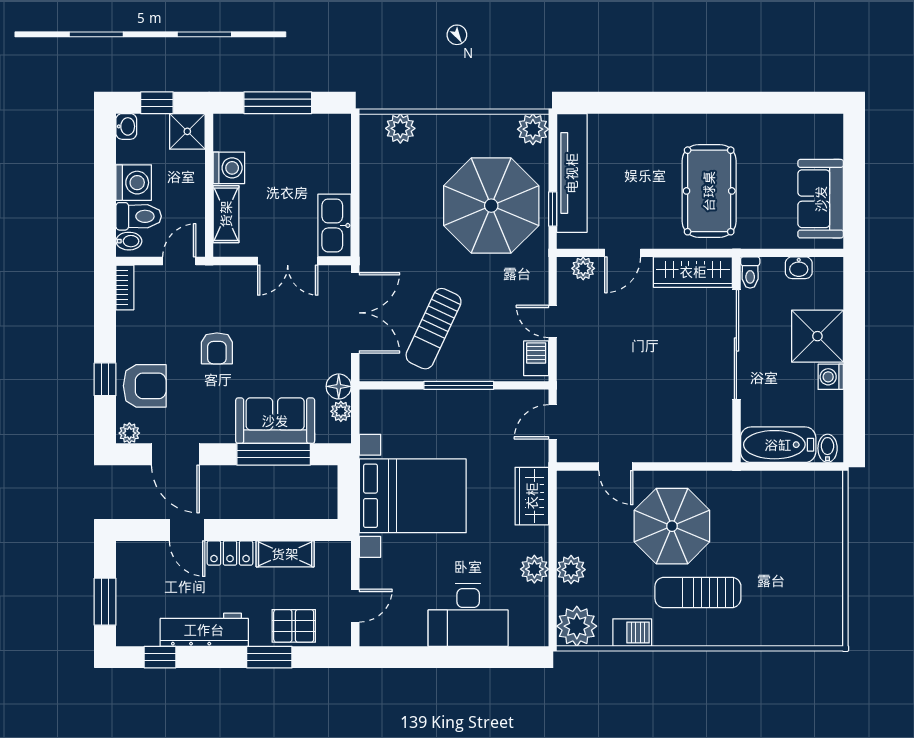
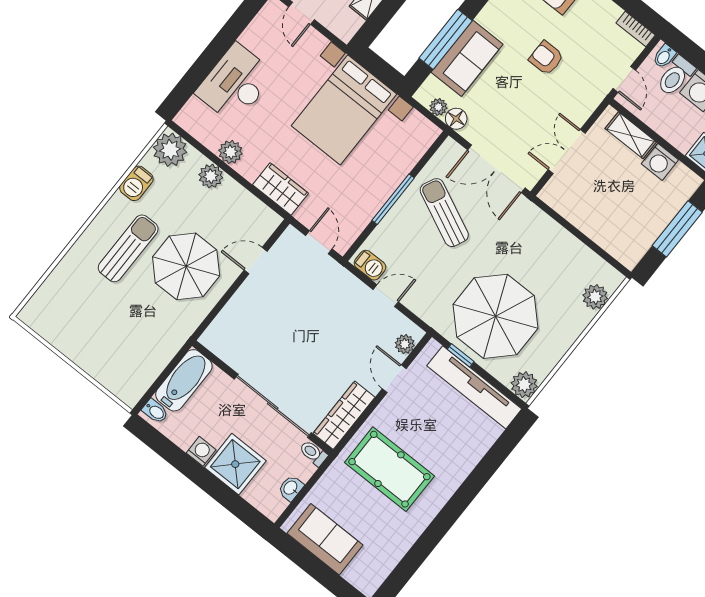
kitchen sink: (335, 225) -> (565, 202), removed

